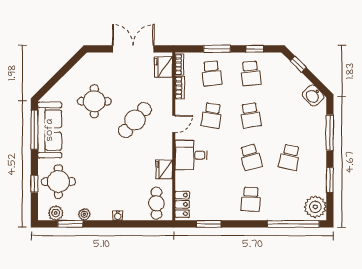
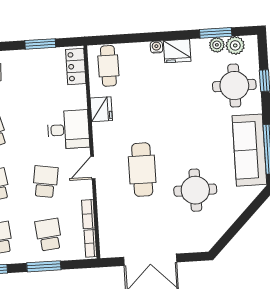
fridge: (163, 67) -> (177, 51), moved, turned 90
cafe table: (135, 120) -> (142, 170), turned -41
plant: (84, 214) -> (217, 45), moved

